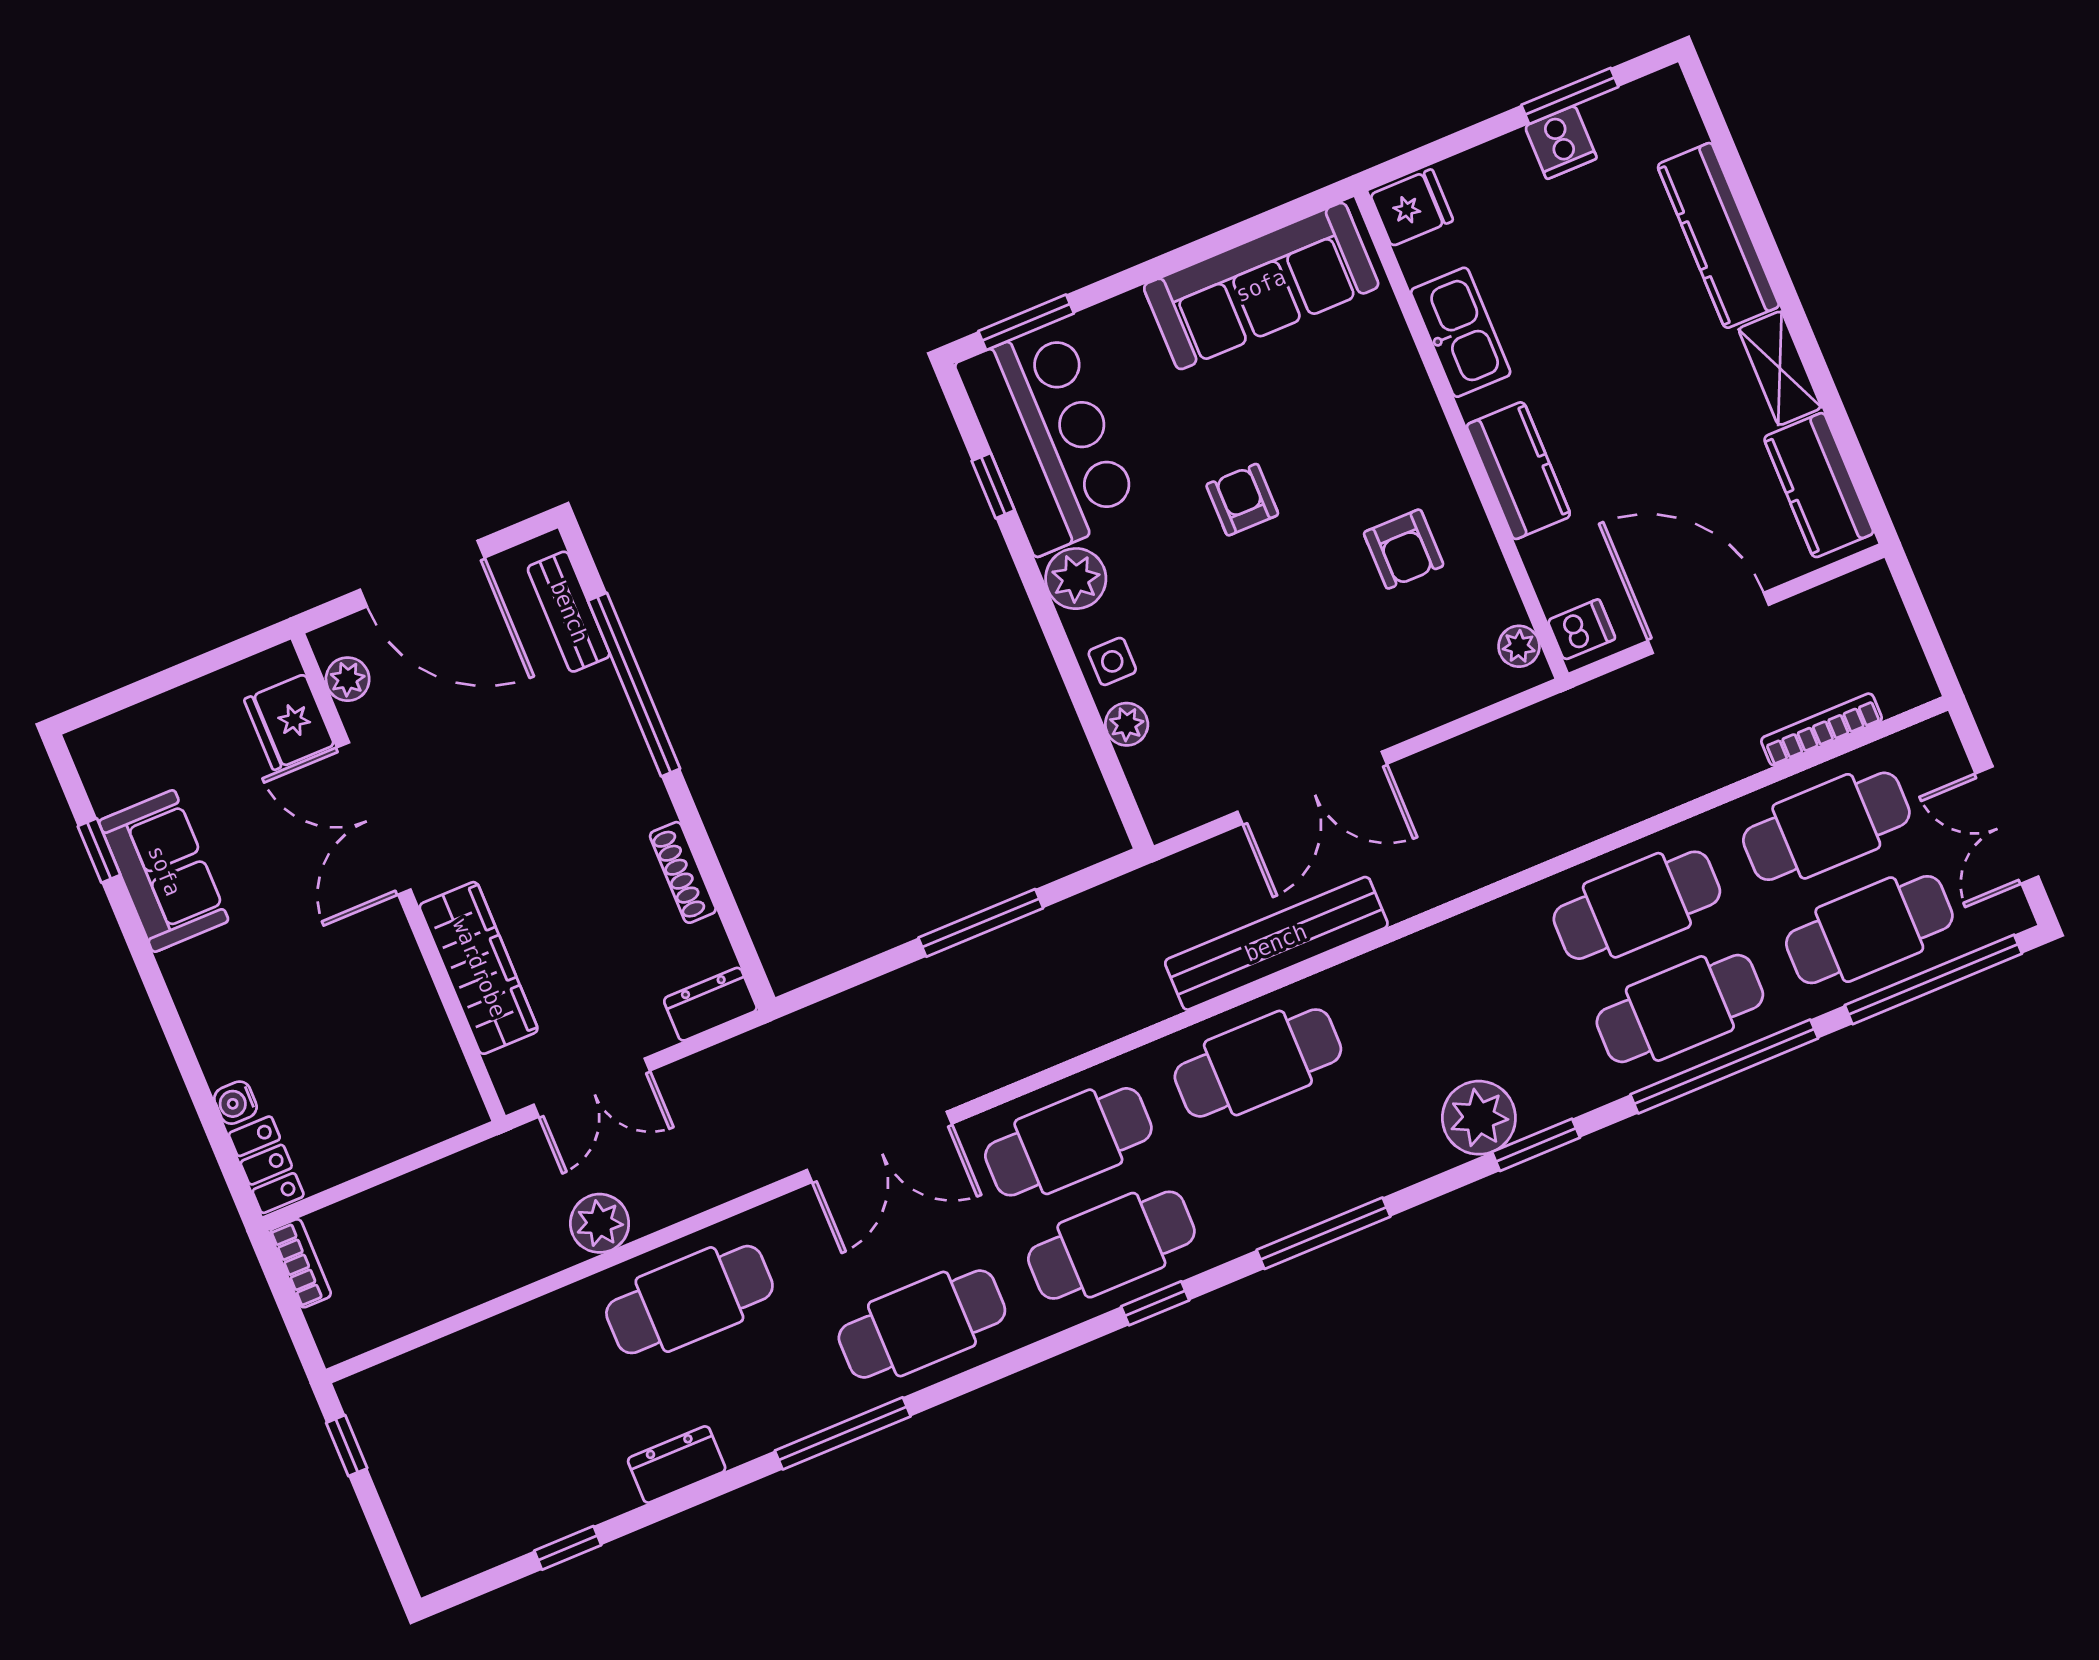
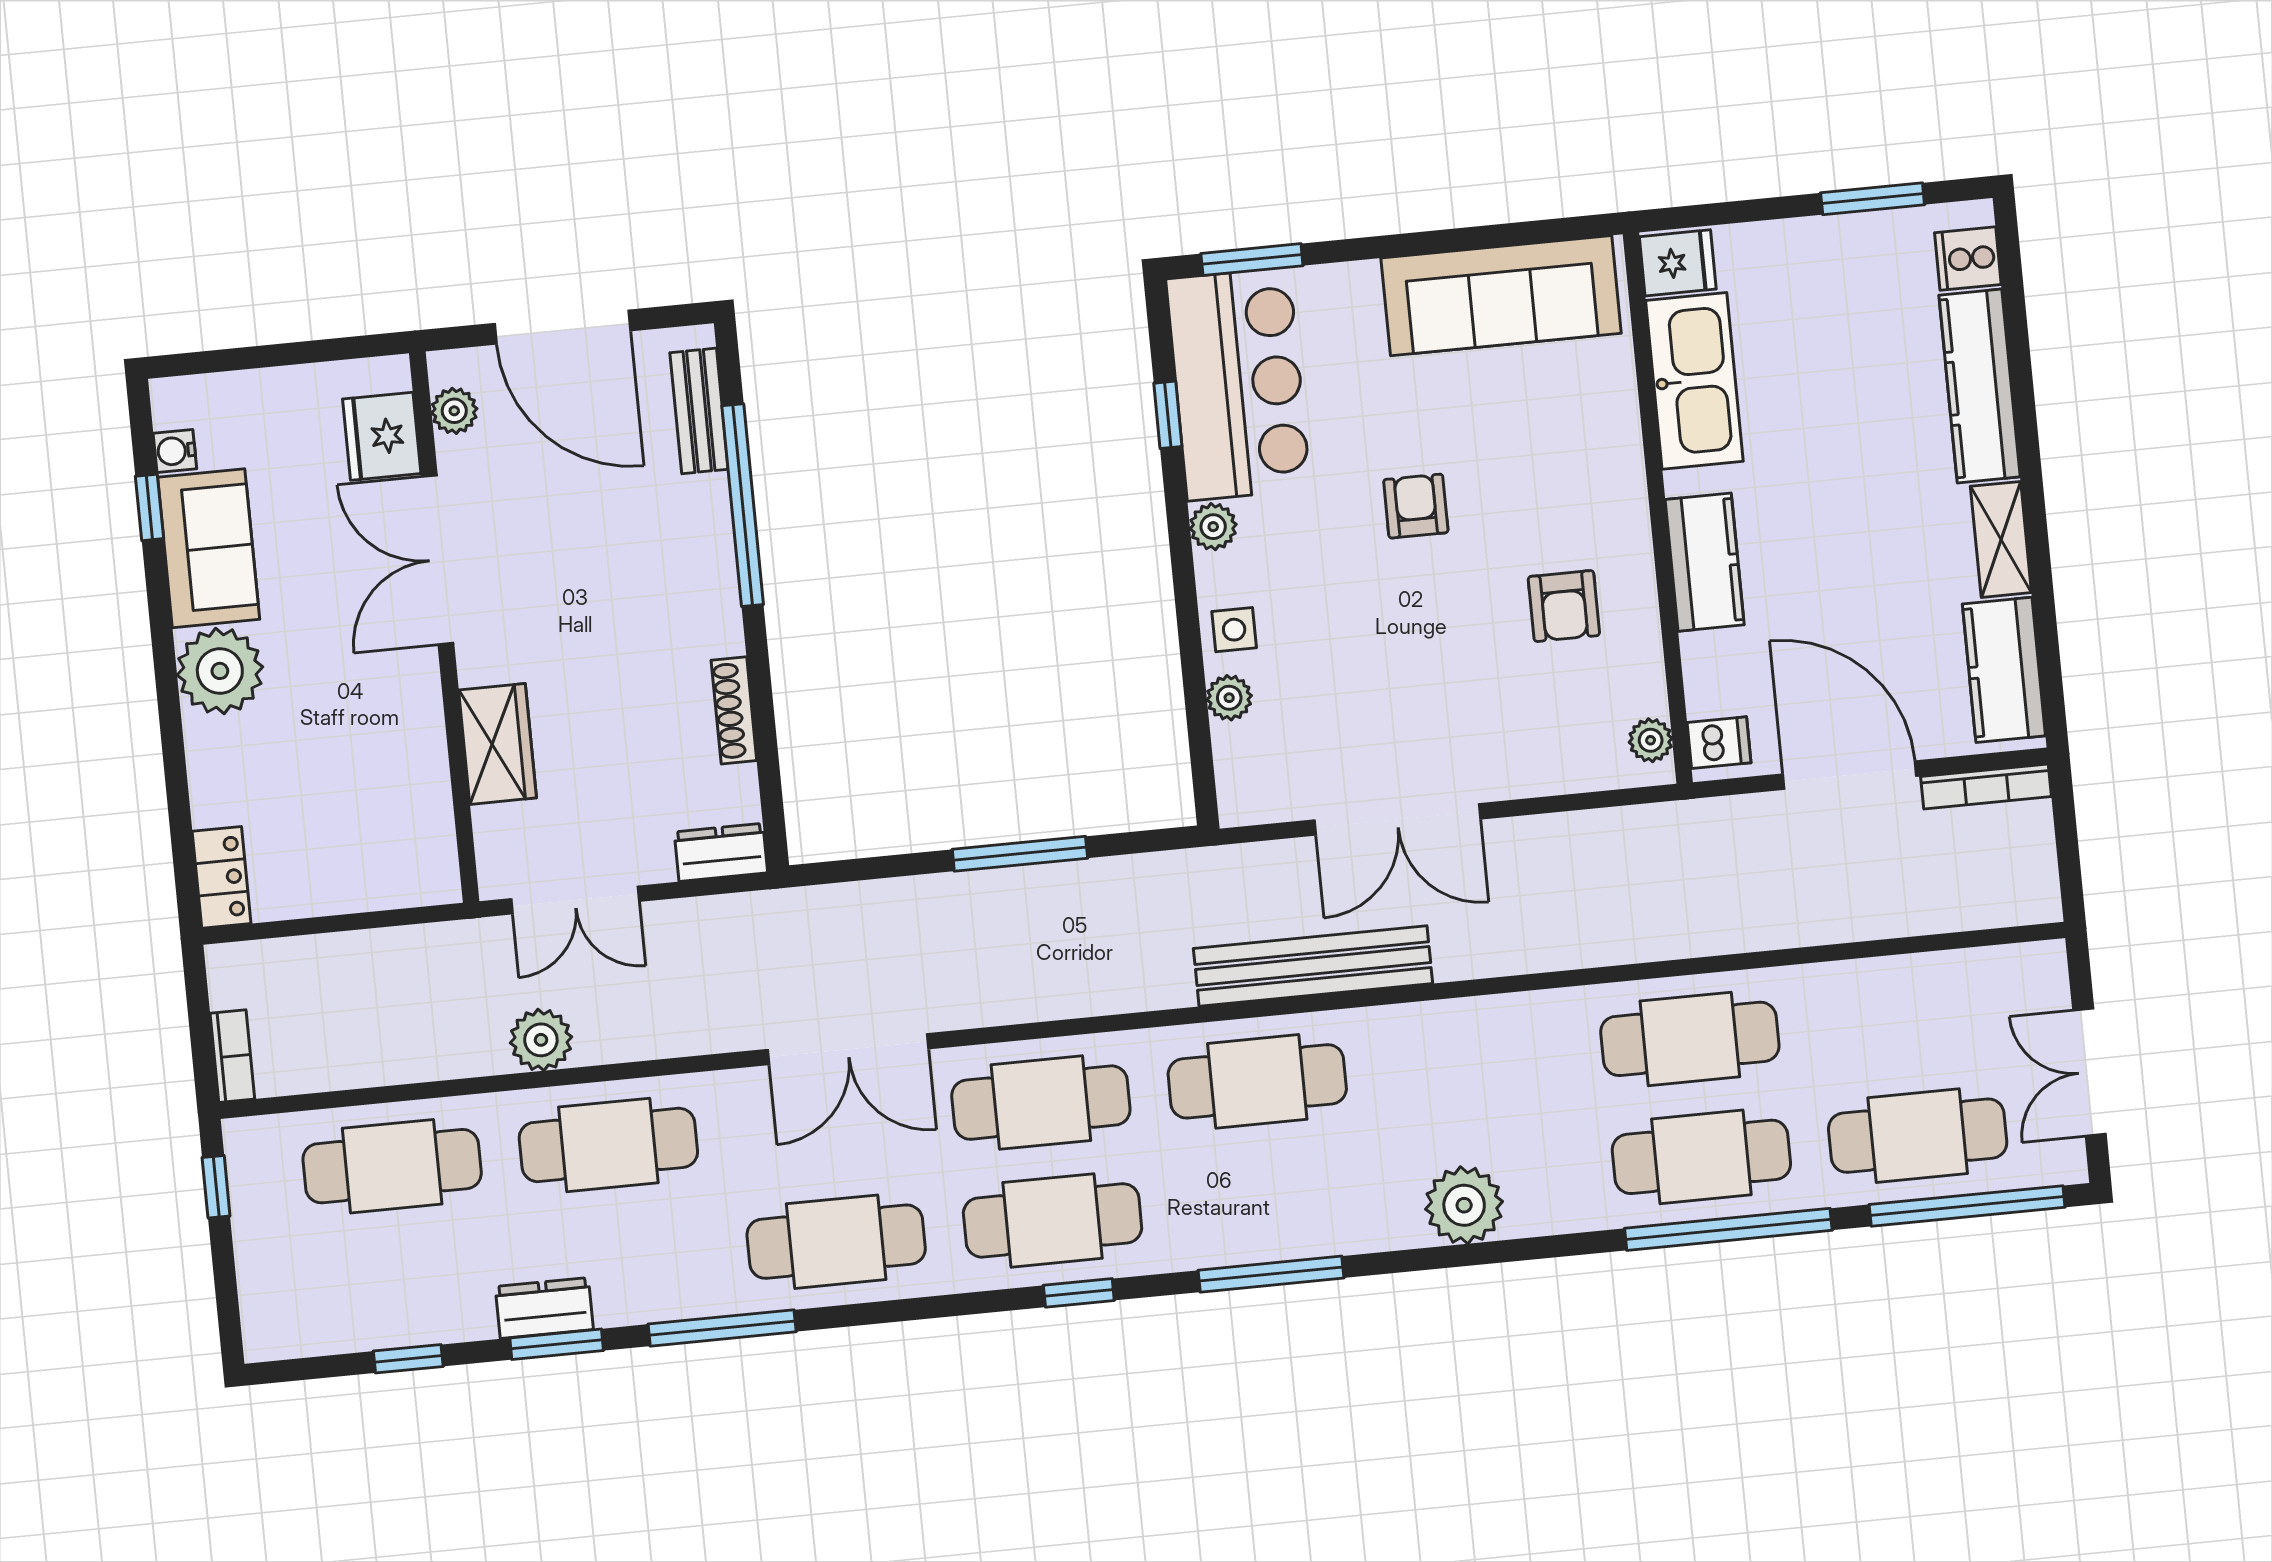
cooker: (1561, 142) -> (1968, 259), moved, turned 90
kitchen sink: (1461, 332) -> (1694, 381), width x1.36, depth x1.24
plant: (1076, 579) -> (1213, 527), width x0.73, depth x0.73
bookcase: (1822, 730) -> (1986, 786), moved, turned 180
cafe table: (1826, 826) -> (392, 1166), moved
wardrobe: (479, 968) -> (497, 744), width x0.67
plant: (208, 979) -> (220, 671), added
water cooler: (235, 1103) -> (175, 451), moved
window: (1536, 1145) -> (557, 1344), moved
bookcase: (300, 1263) -> (232, 1056), moved

